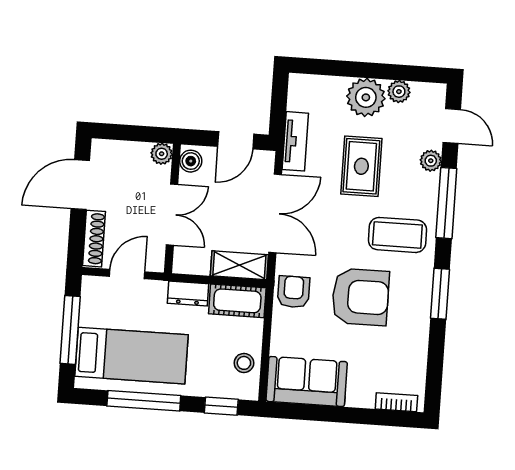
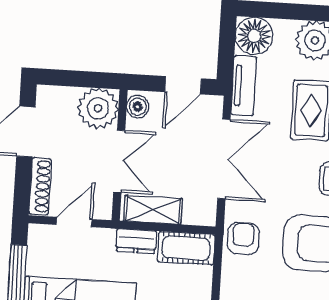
floor lamp: (306, 92) -> (254, 36), added
plant: (162, 154) -> (98, 108), width x1.87, depth x1.87
shelving: (239, 265) -> (153, 210), moved

